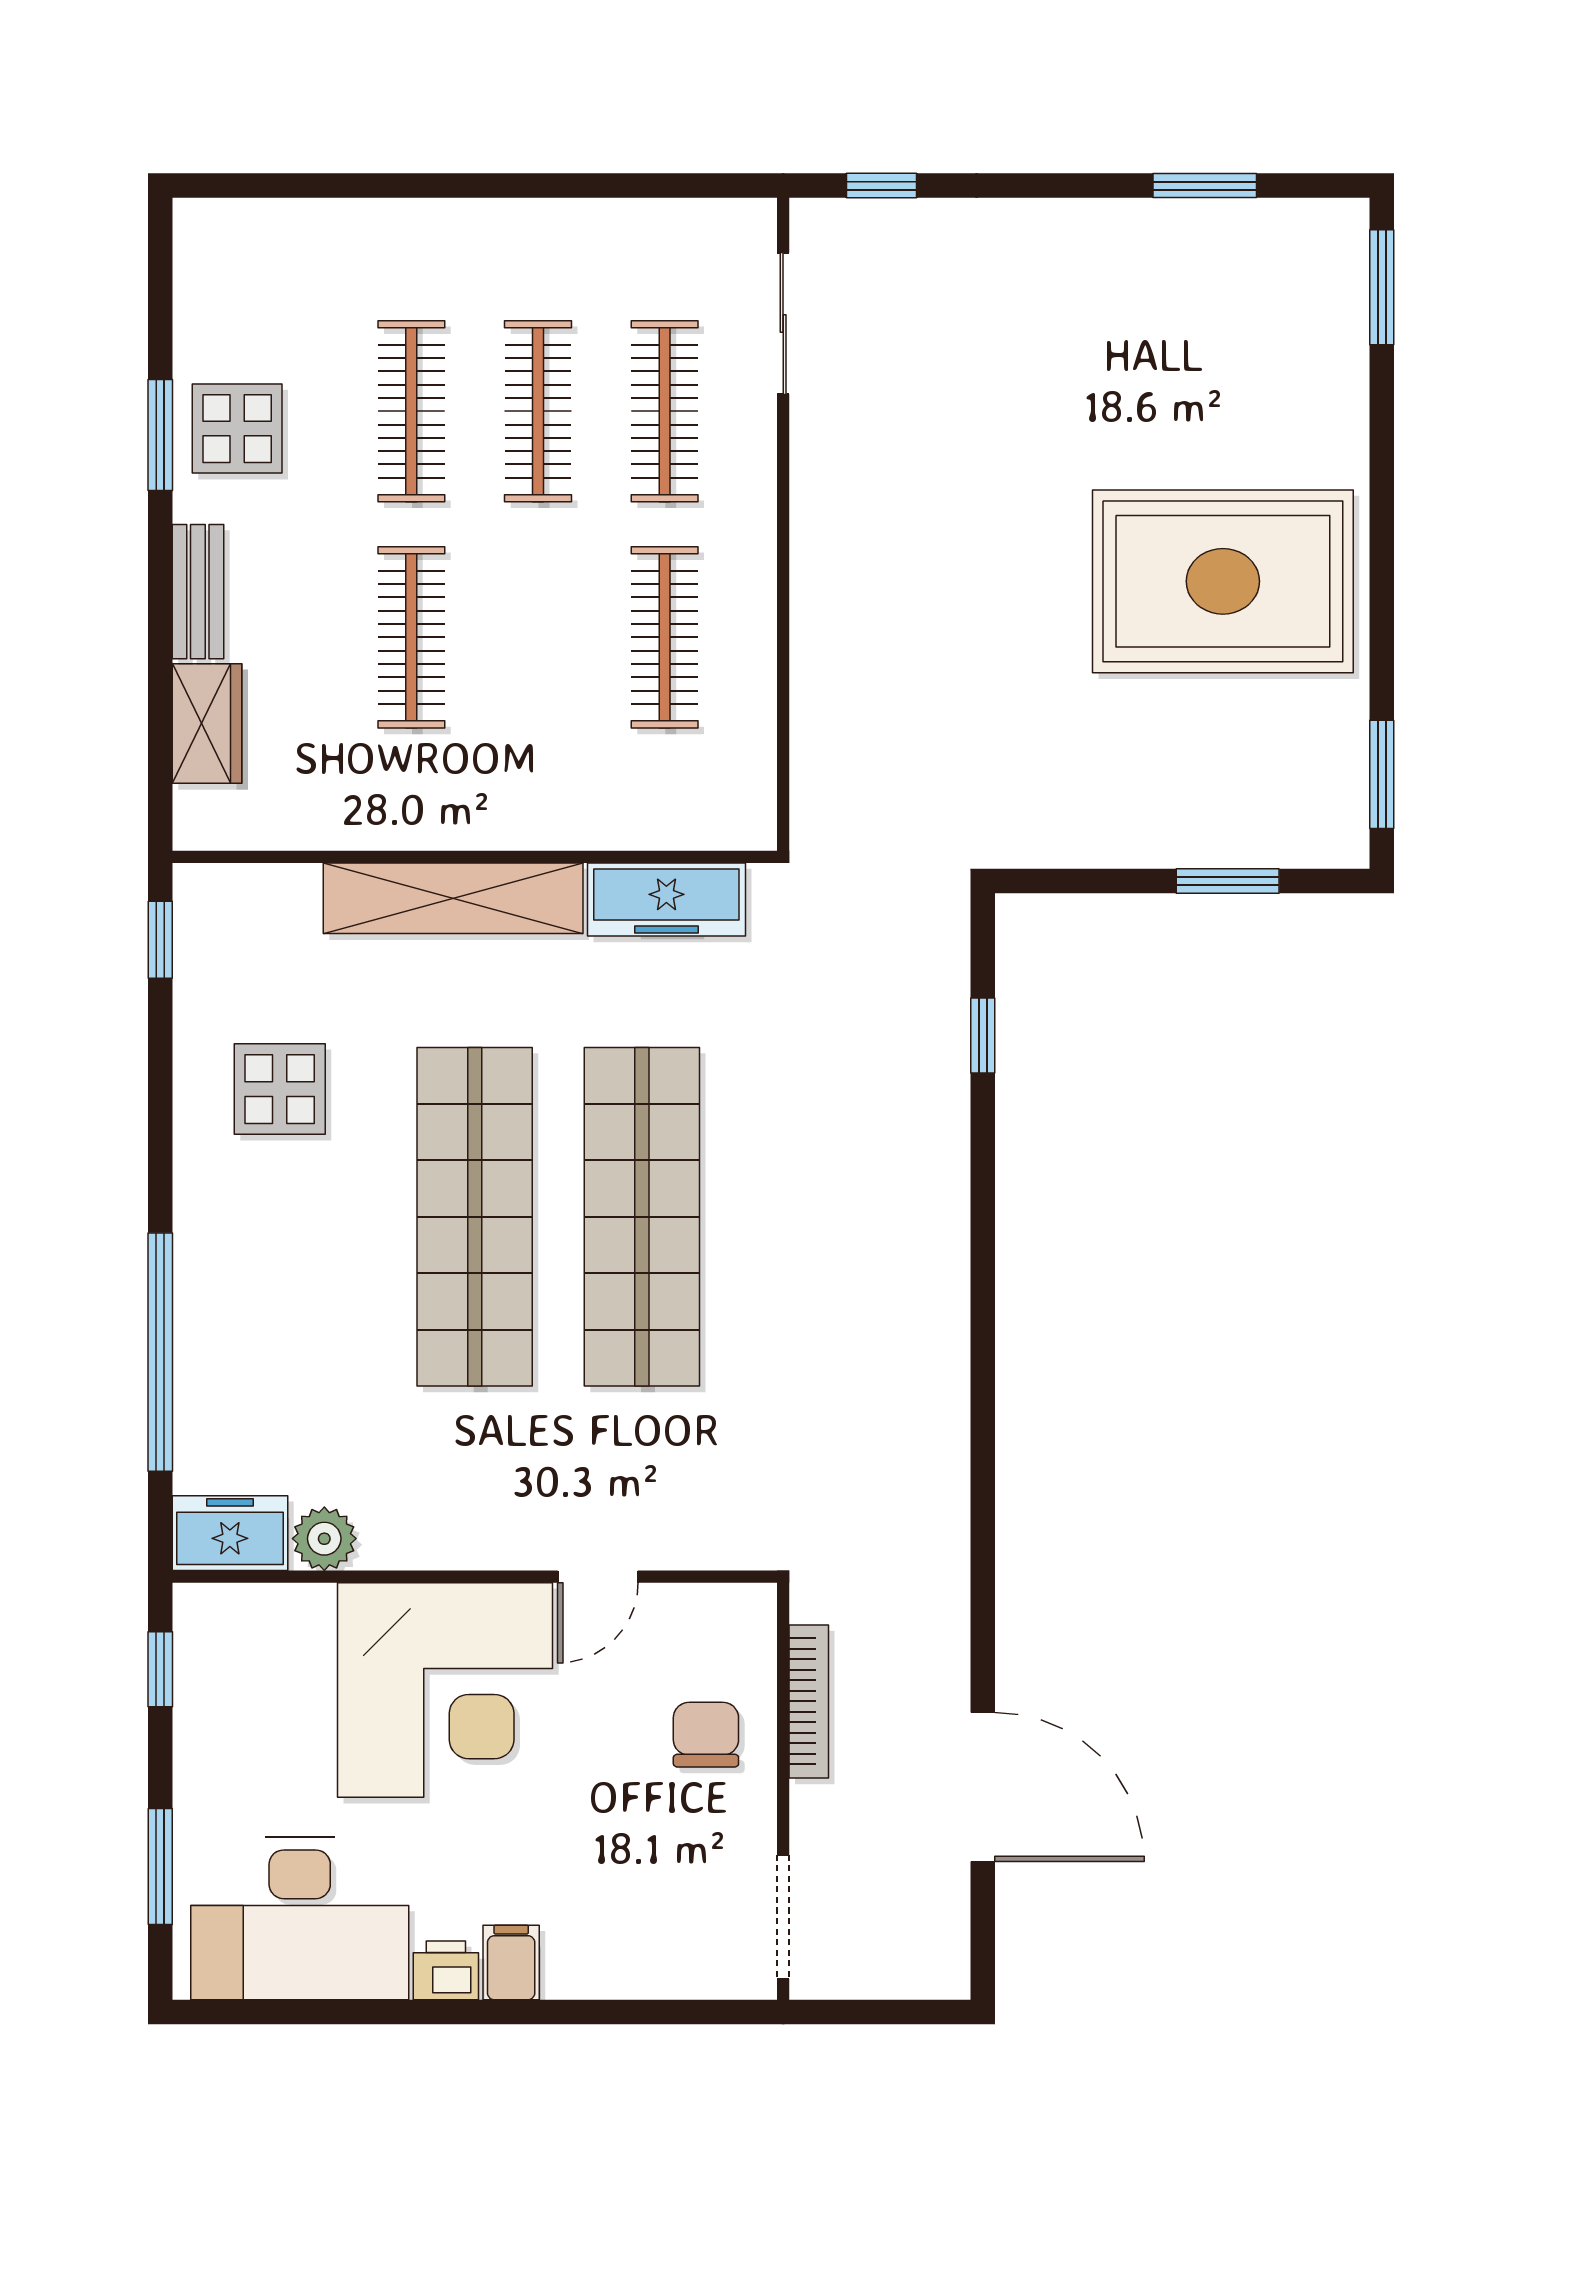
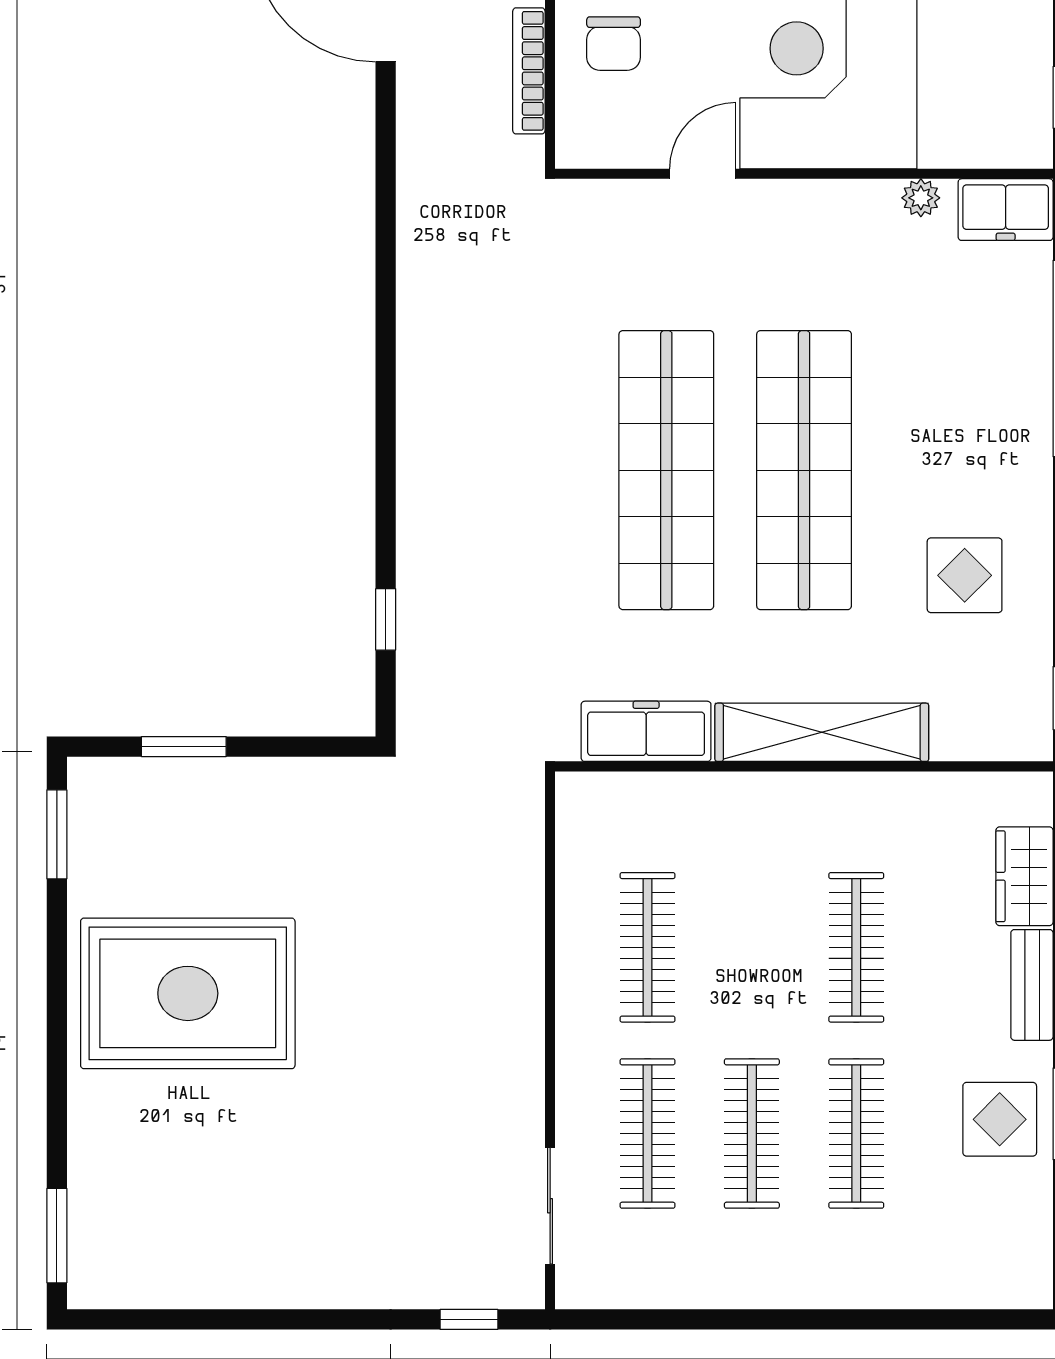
window: (1205, 186) -> (203, 1319), removed
plant: (324, 1539) -> (921, 198), width x0.73, depth x0.73

